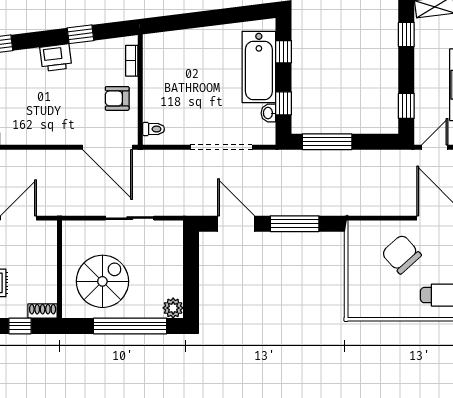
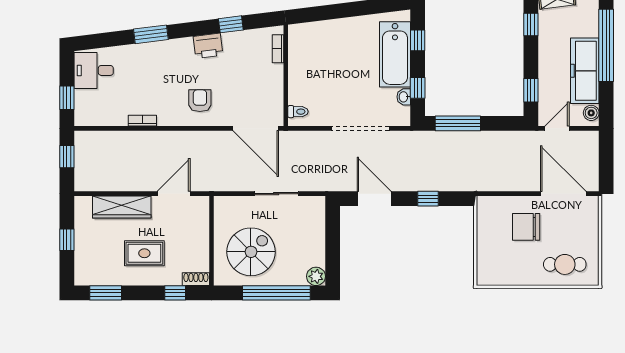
armchair: (117, 98) -> (200, 101), moved, turned 90
window: (295, 224) -> (428, 199), width x0.46
chair: (401, 254) -> (526, 227), turned -48

